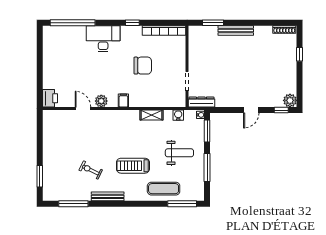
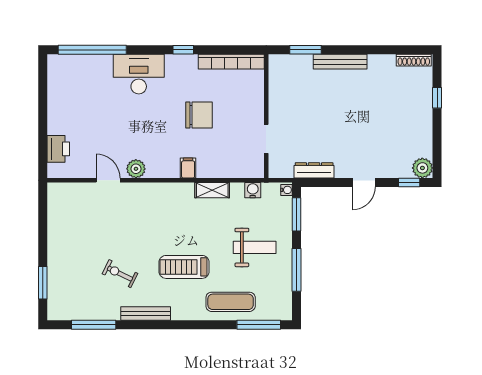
printer: (50, 98) -> (58, 149), moved
filing cabinet: (123, 101) -> (188, 168), moved
dresser: (201, 102) -> (314, 170), moved

